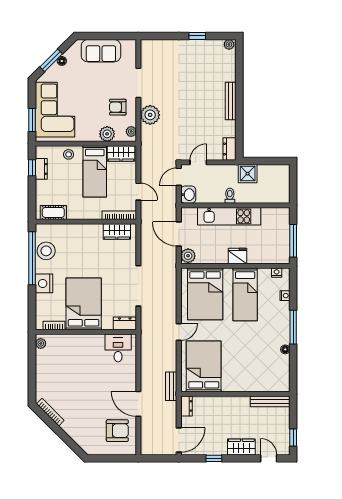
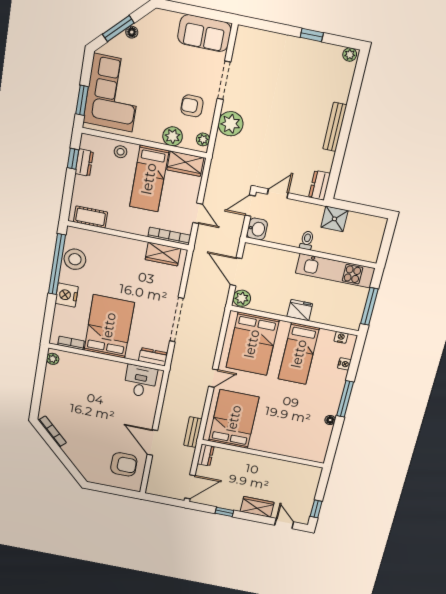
sofa: (101, 51) -> (204, 33), moved
kitchen unit: (229, 216) -> (335, 271), moved
bench: (270, 401) -> (300, 469), removed

